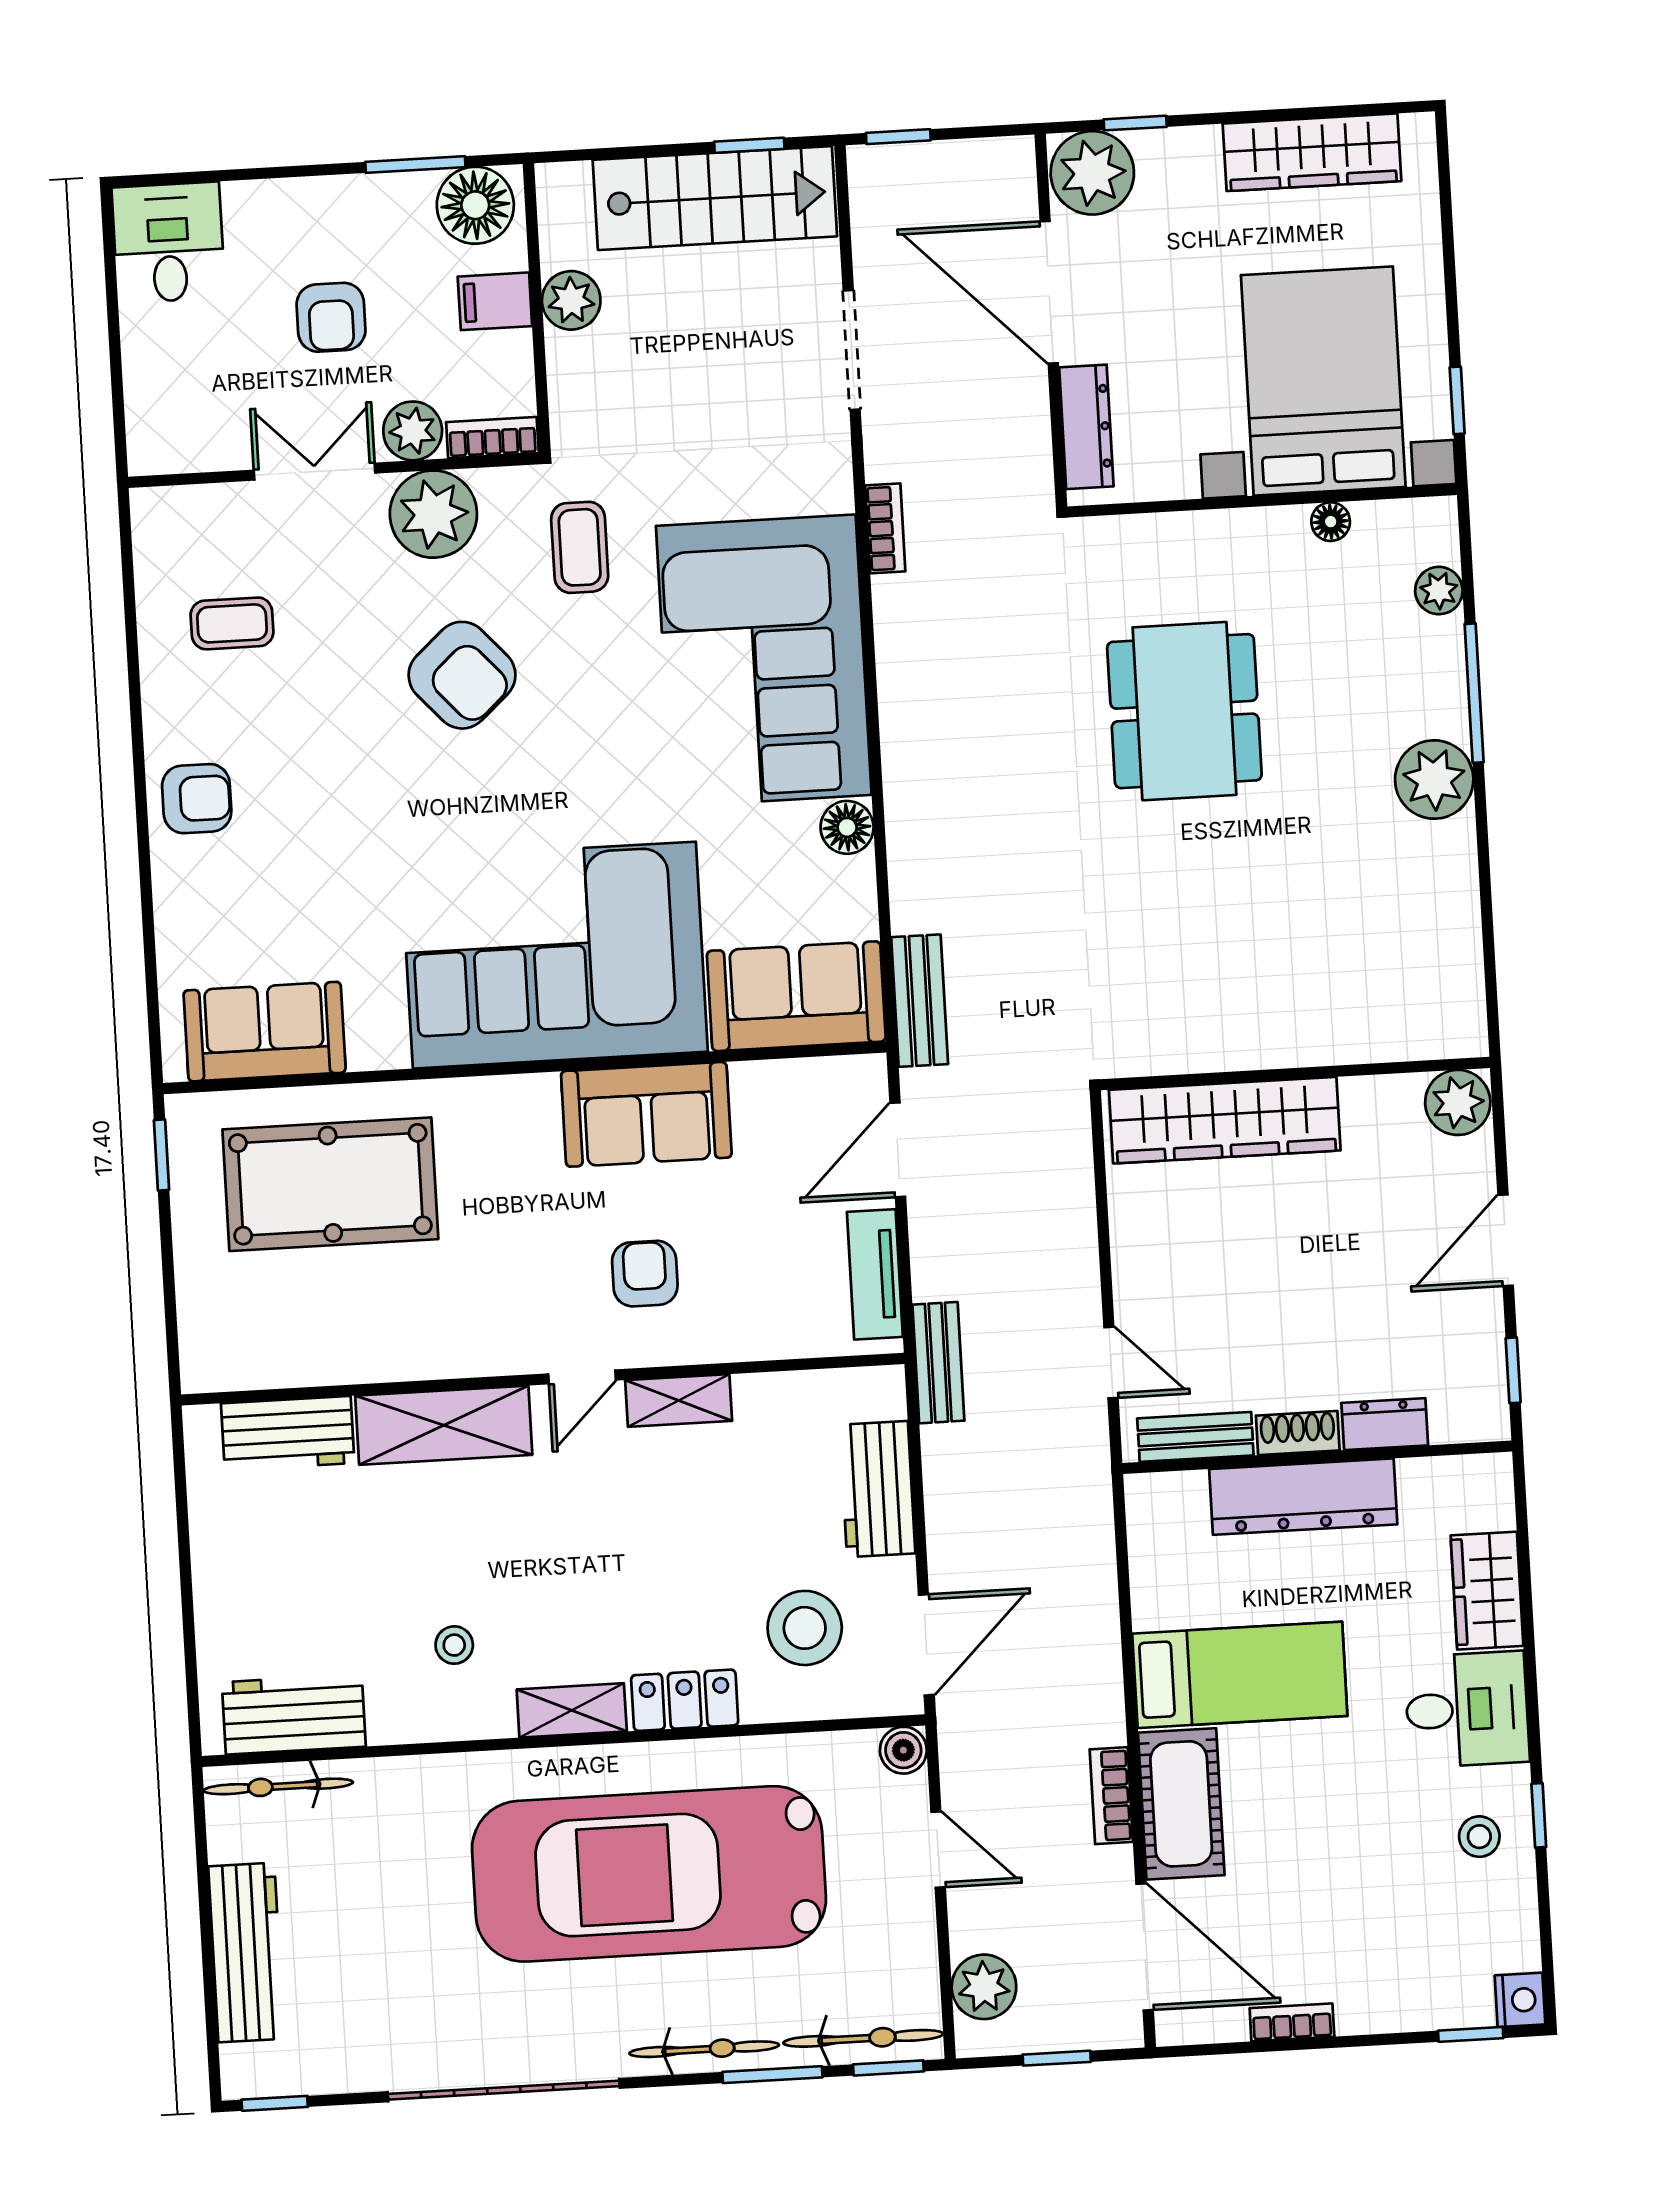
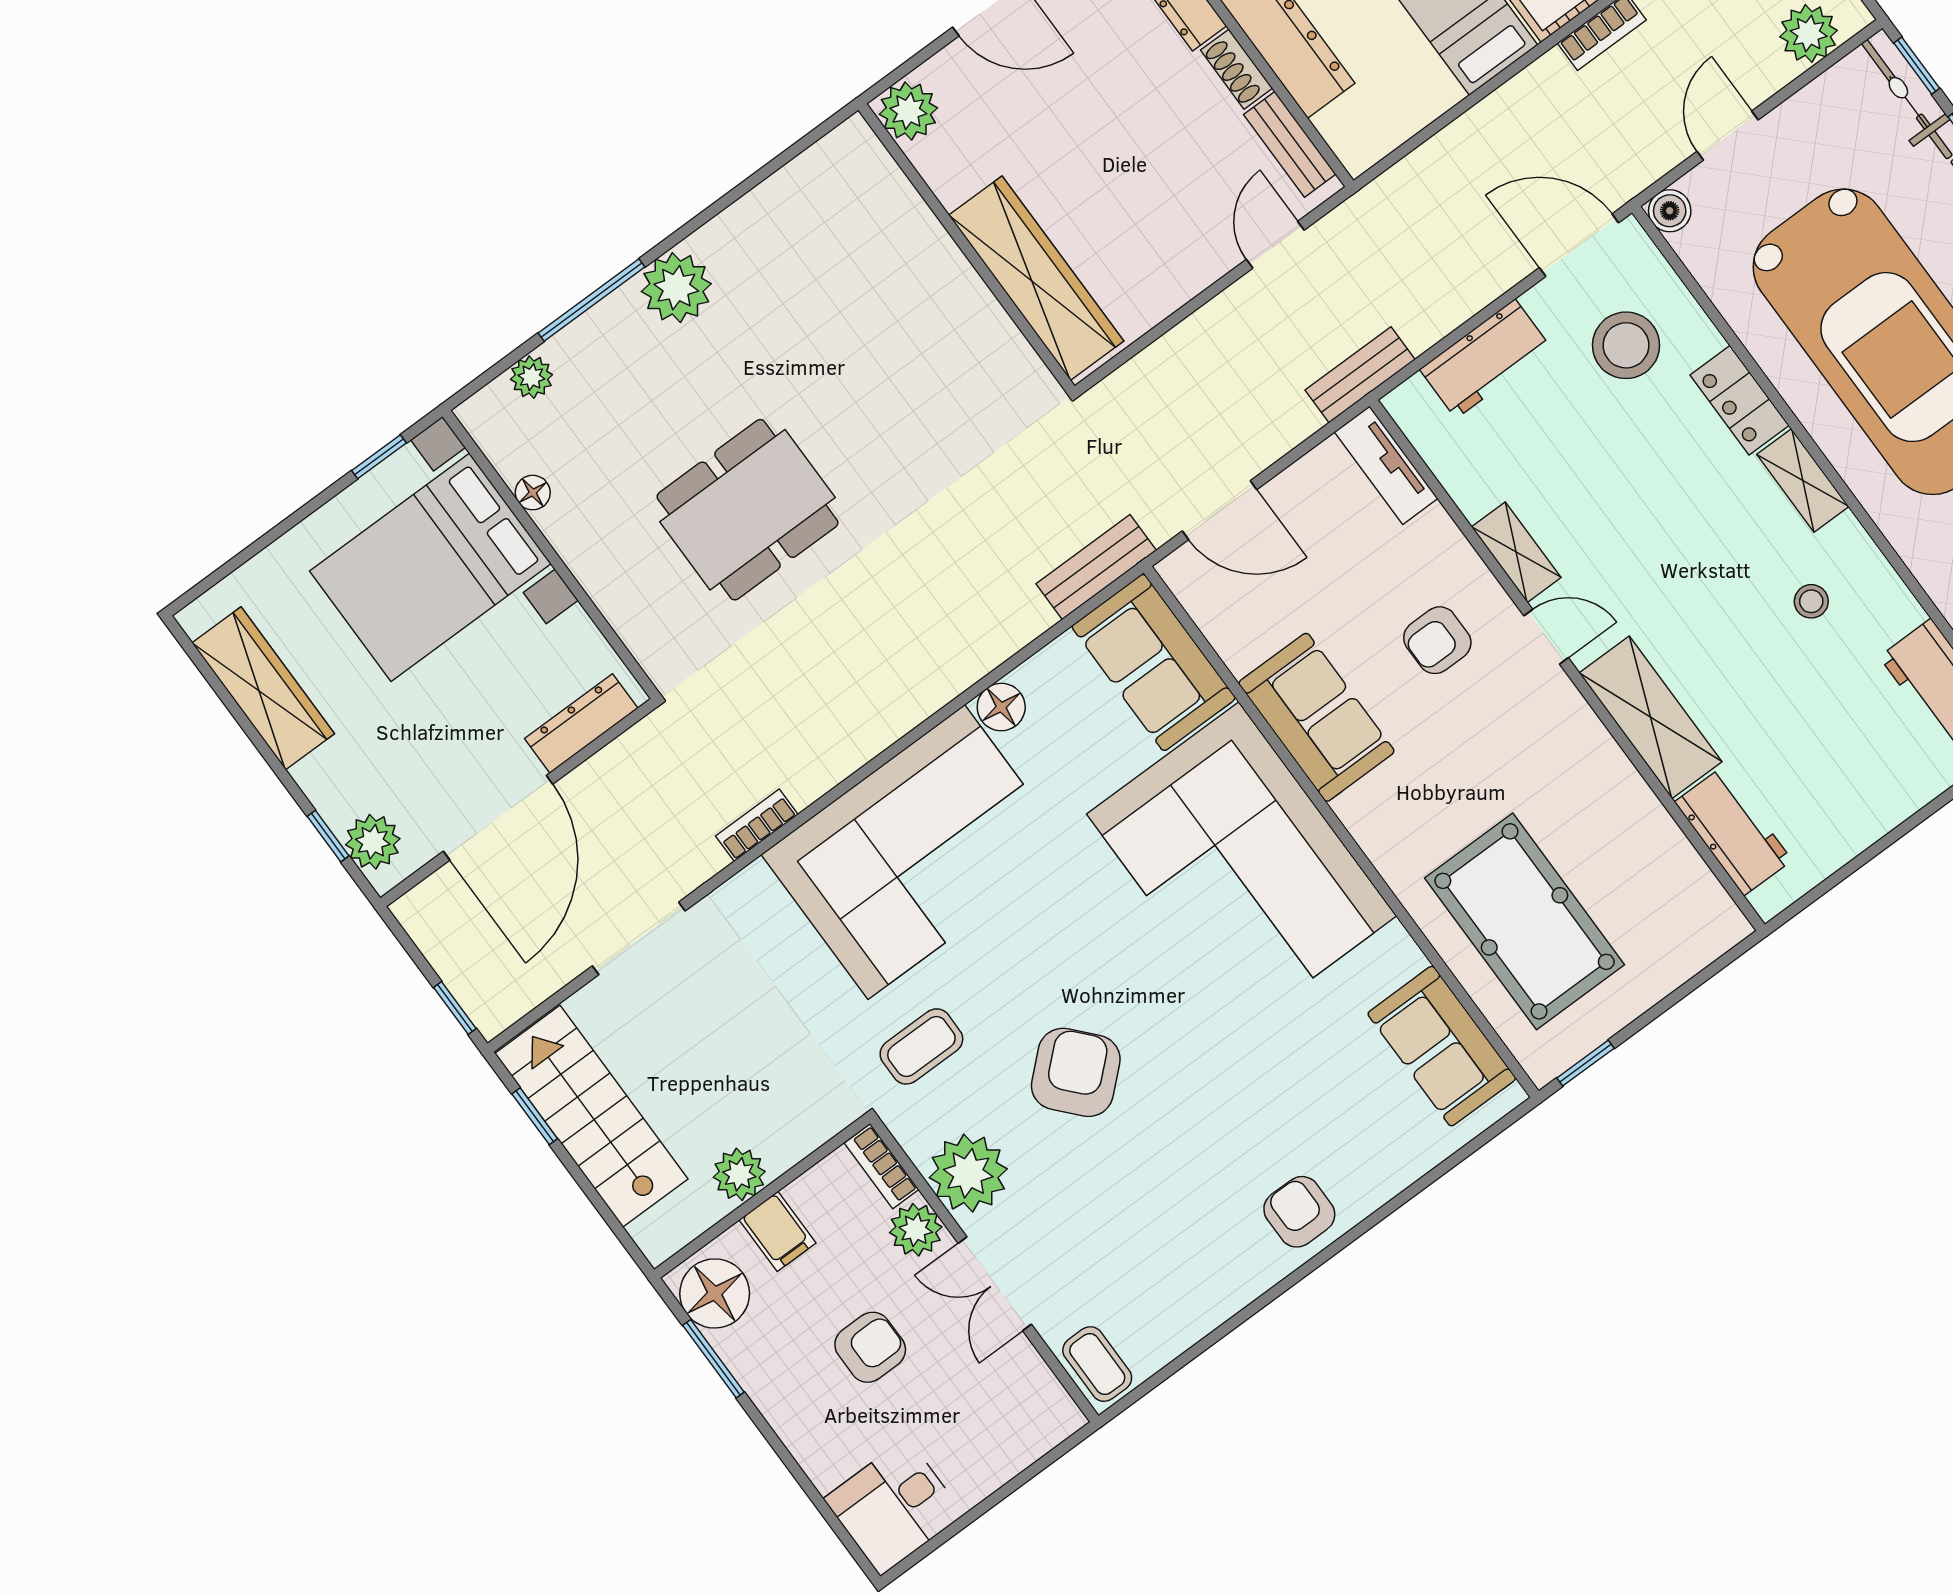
plant: (1092, 173) -> (373, 842), width x0.73, depth x0.73
coffee table: (232, 623) -> (1097, 1364), moved
tv unit: (875, 1274) -> (1386, 465), moved, turned 90

